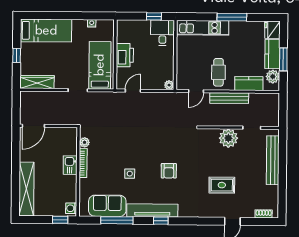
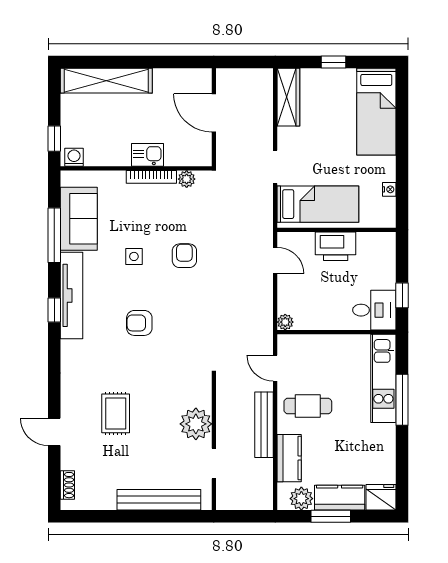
window: (232, 17) -> (402, 400), moved
door: (33, 126) -> (214, 113), moved
armchair: (130, 144) -> (184, 256), added

